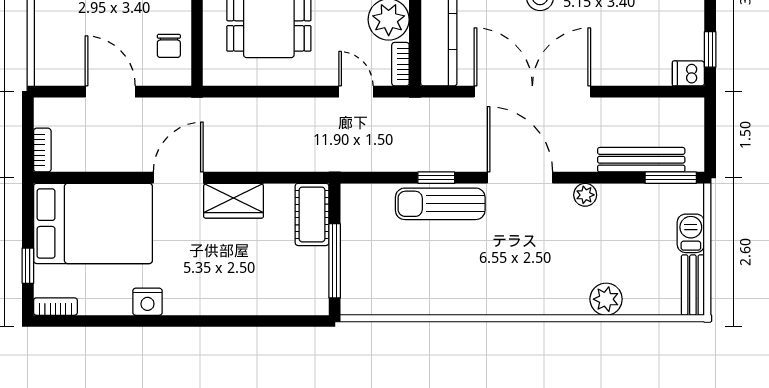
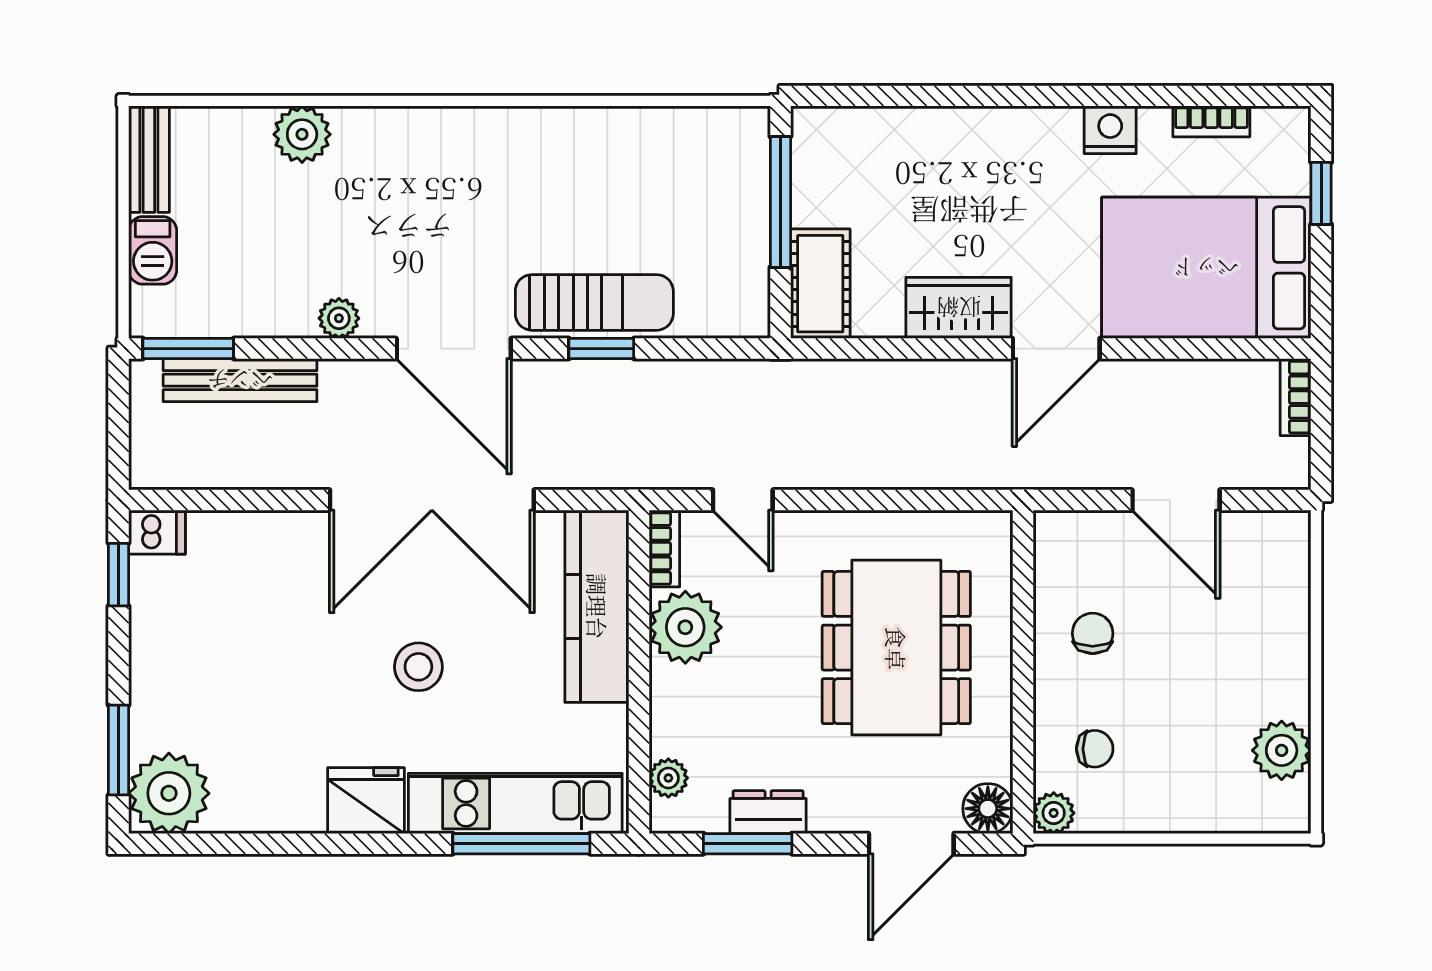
chair: (169, 46) -> (1093, 633), moved
bookcase: (55, 307) -> (1211, 121), moved

